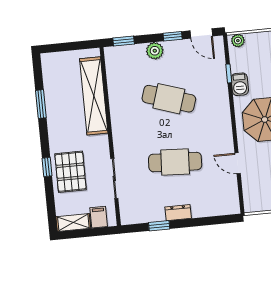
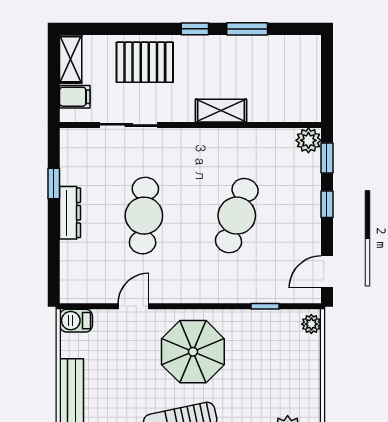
window: (173, 36) -> (327, 204), moved
plant: (155, 51) -> (308, 140), moved
barbecue: (240, 84) -> (76, 321), moved
shelving: (94, 96) -> (221, 111), width x0.45, depth x0.75
window: (47, 167) -> (195, 29), moved
dresser: (178, 213) -> (70, 213), width x1.44

